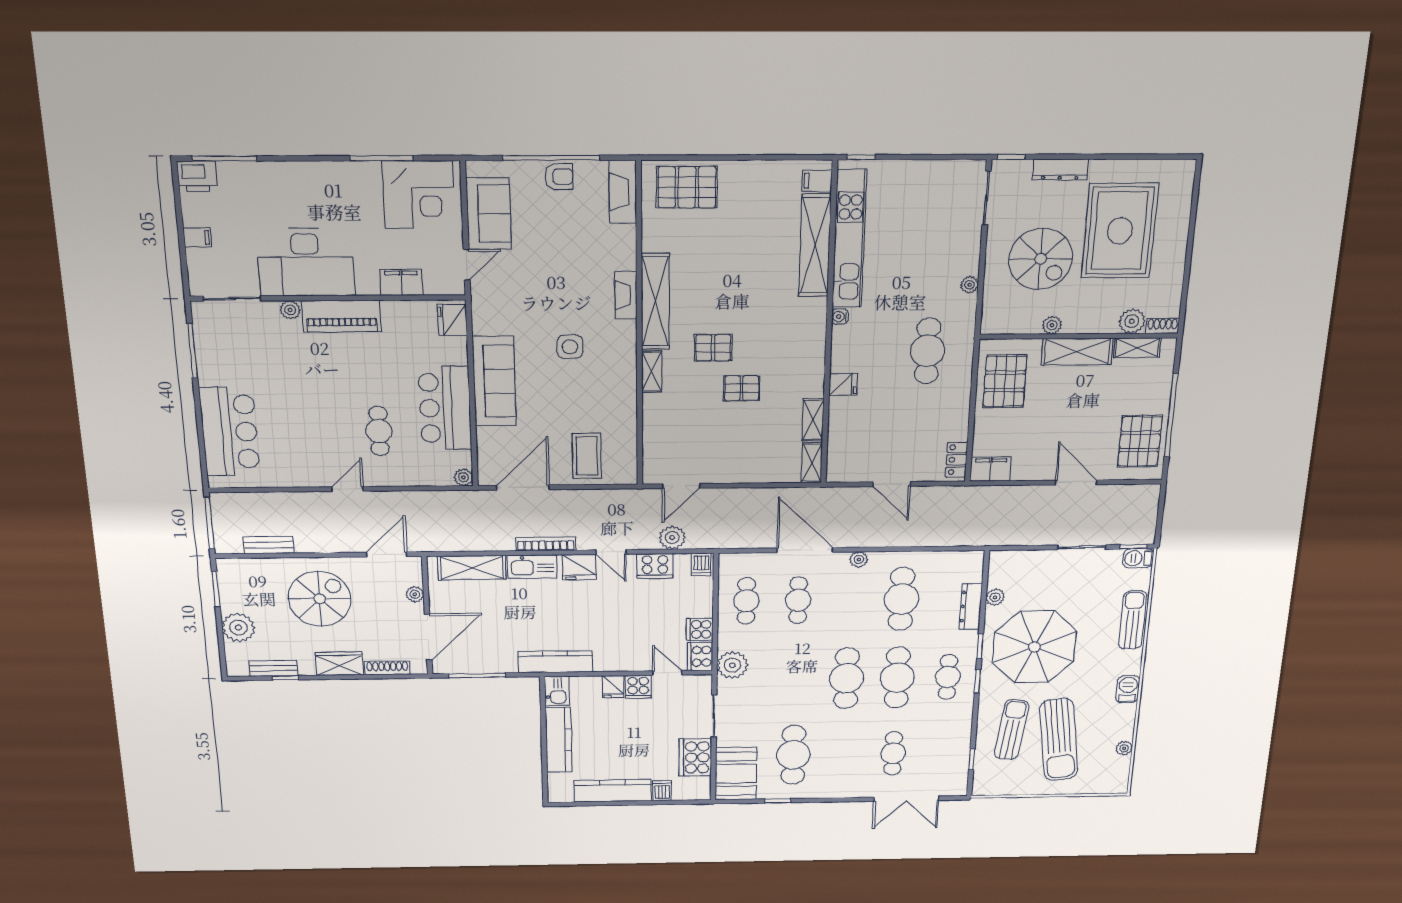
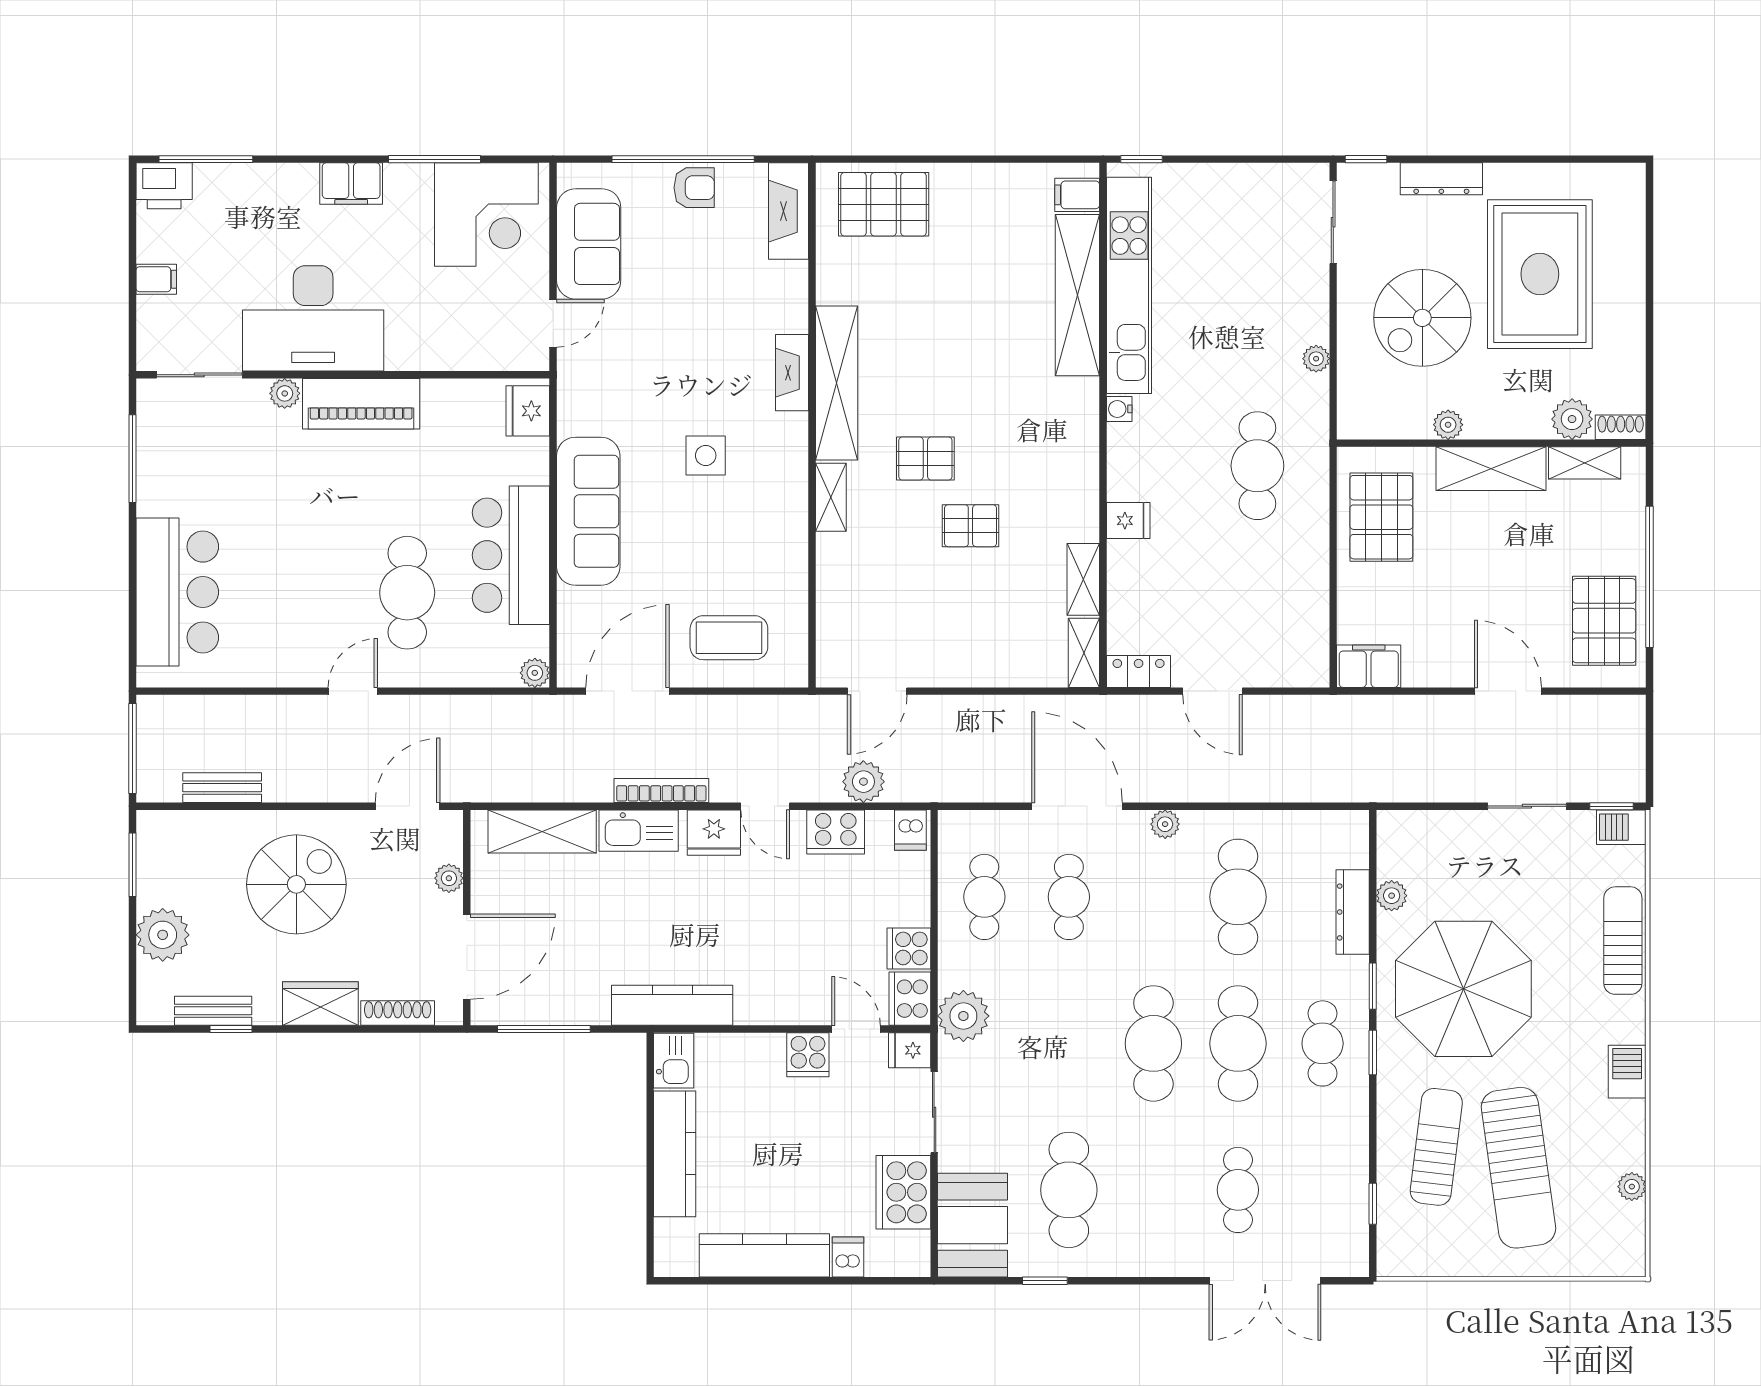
spiral stairs: (1041, 259) -> (1422, 318), turned 90
filing cabinet: (401, 282) -> (351, 184), moved, turned 180
cafe table: (379, 431) -> (407, 593), width x1.37, depth x1.35
coffee table: (587, 456) -> (729, 638), turned 90
locker: (957, 460) -> (1139, 671), moved, turned 90
fridge: (613, 687) -> (910, 1050), moved, turned 90

